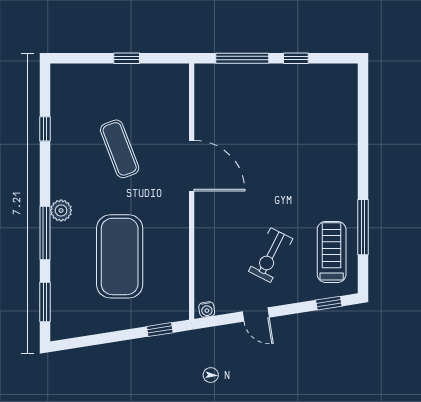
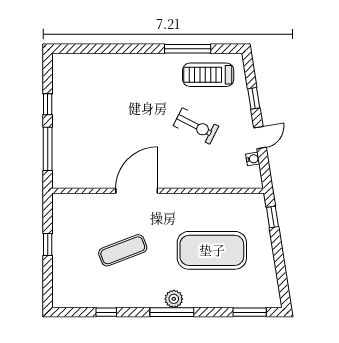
window: (45, 233) -> (172, 312), moved
exercise bike: (271, 255) -> (196, 126), moved
window: (329, 303) -> (254, 98), moved
water cooler: (207, 309) -> (253, 159), moved

